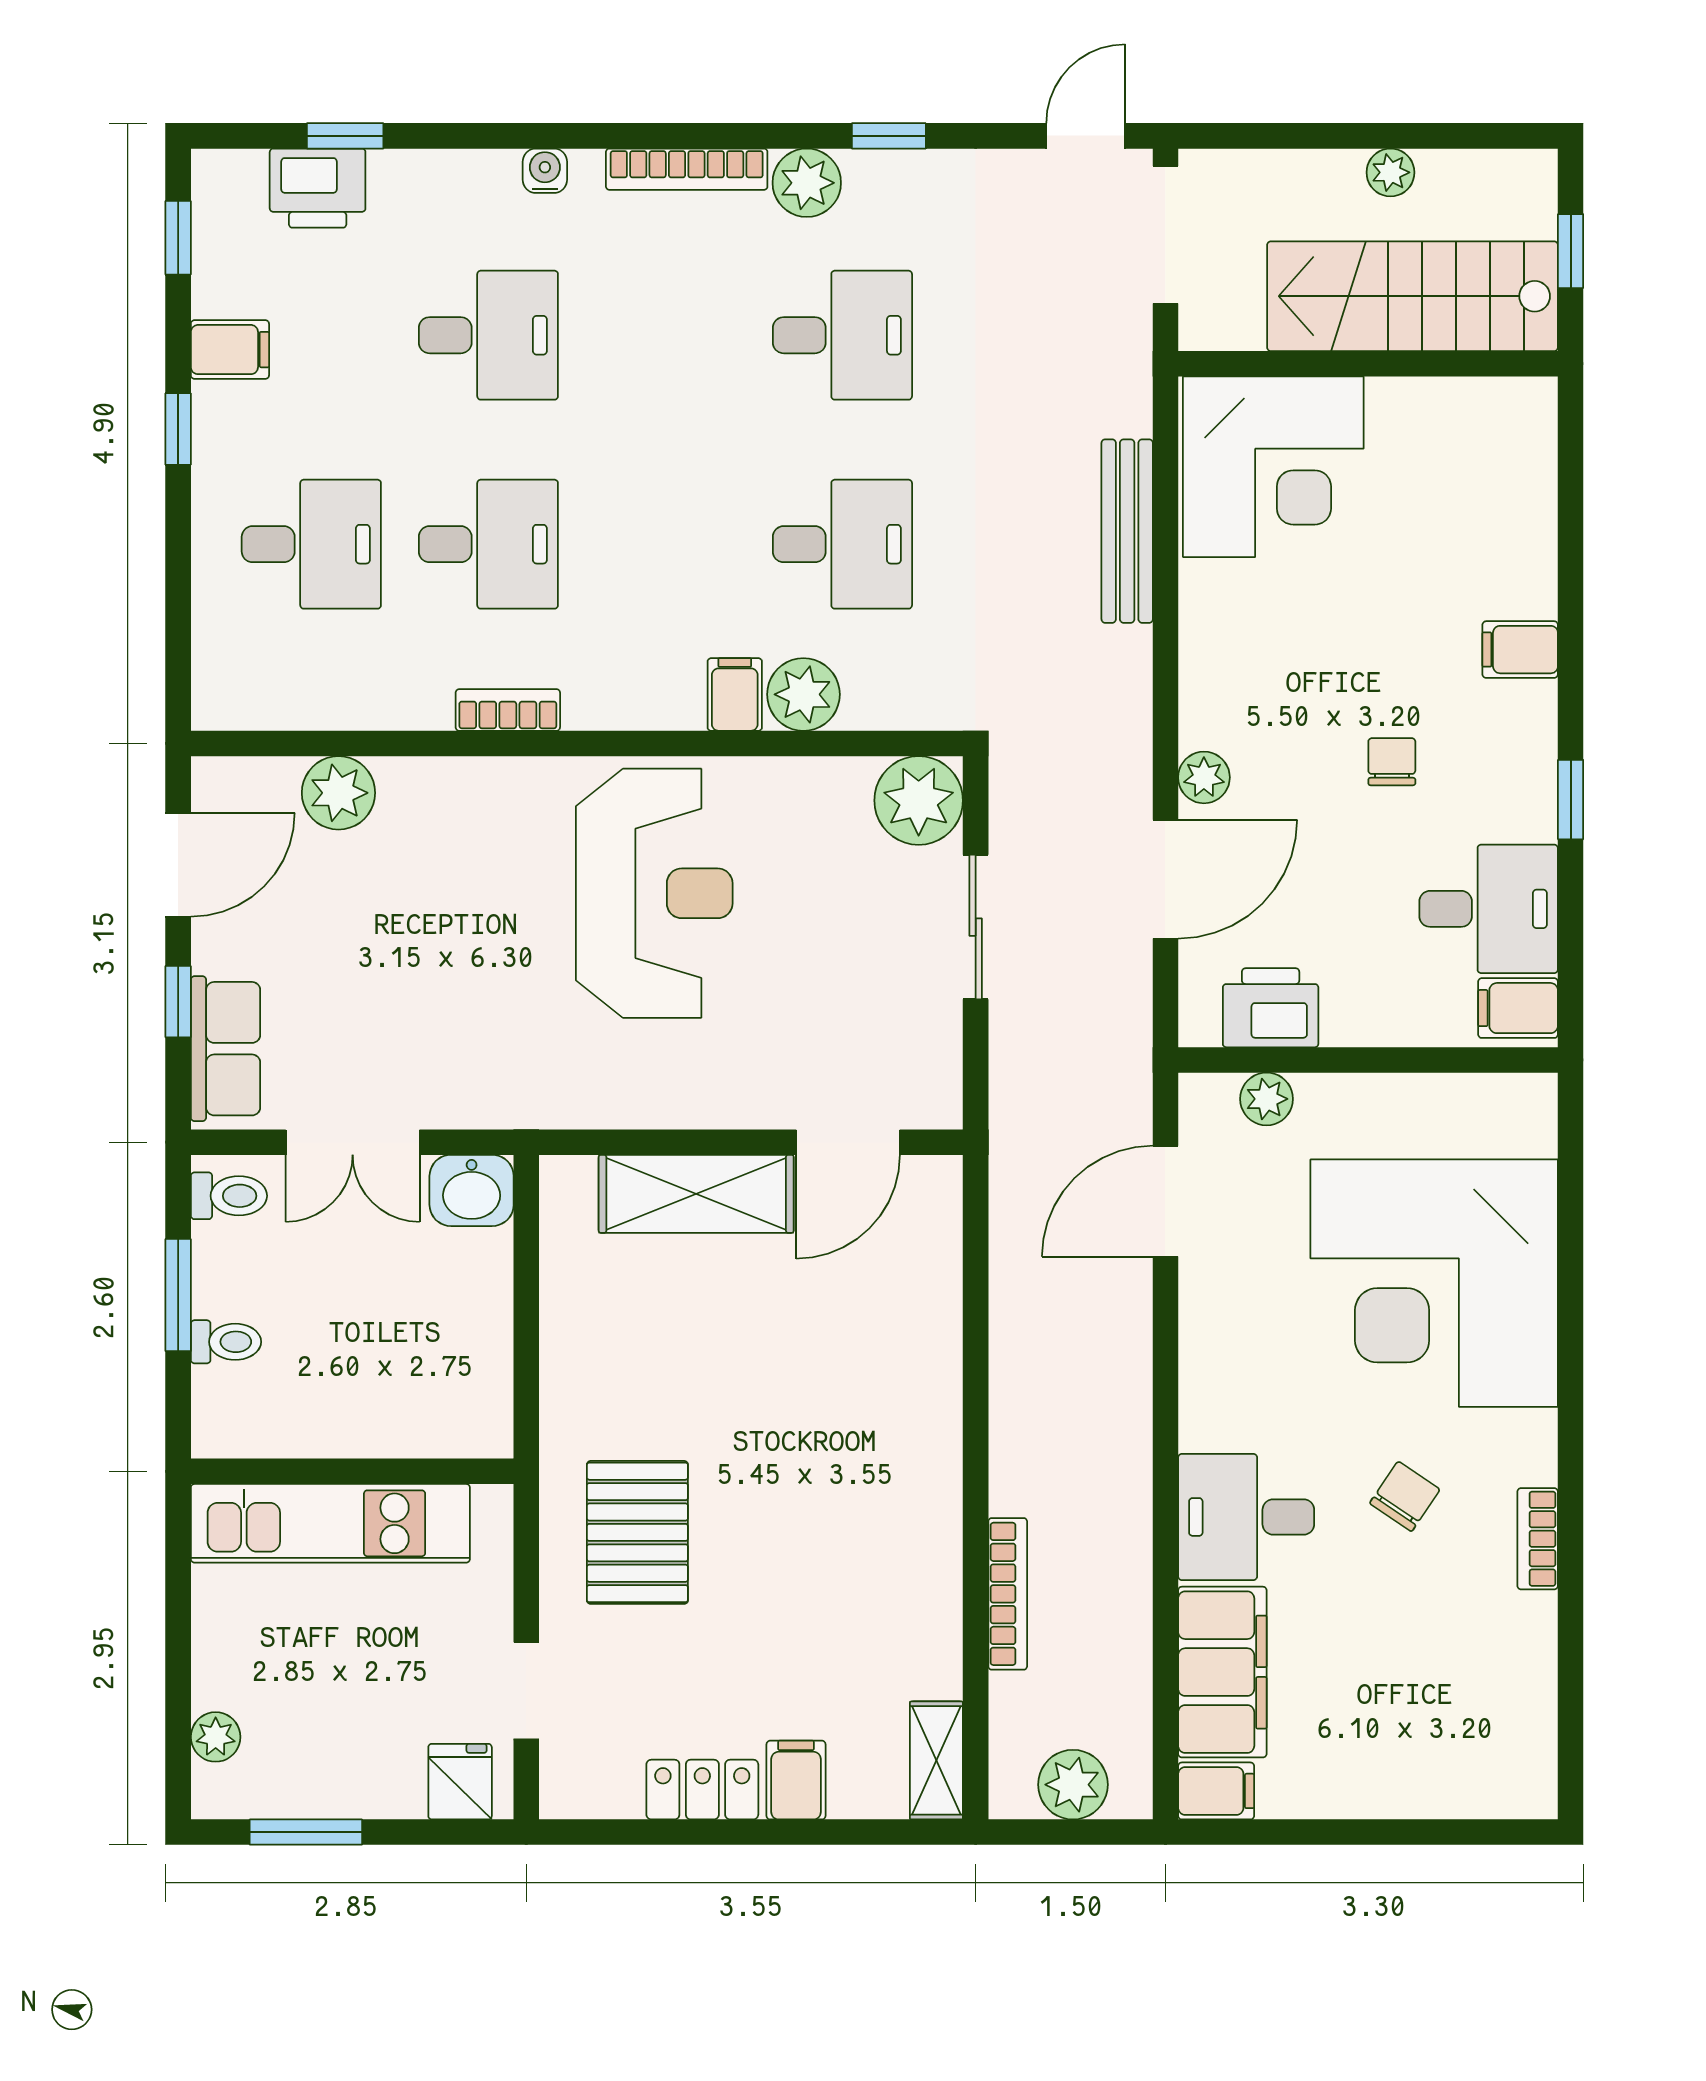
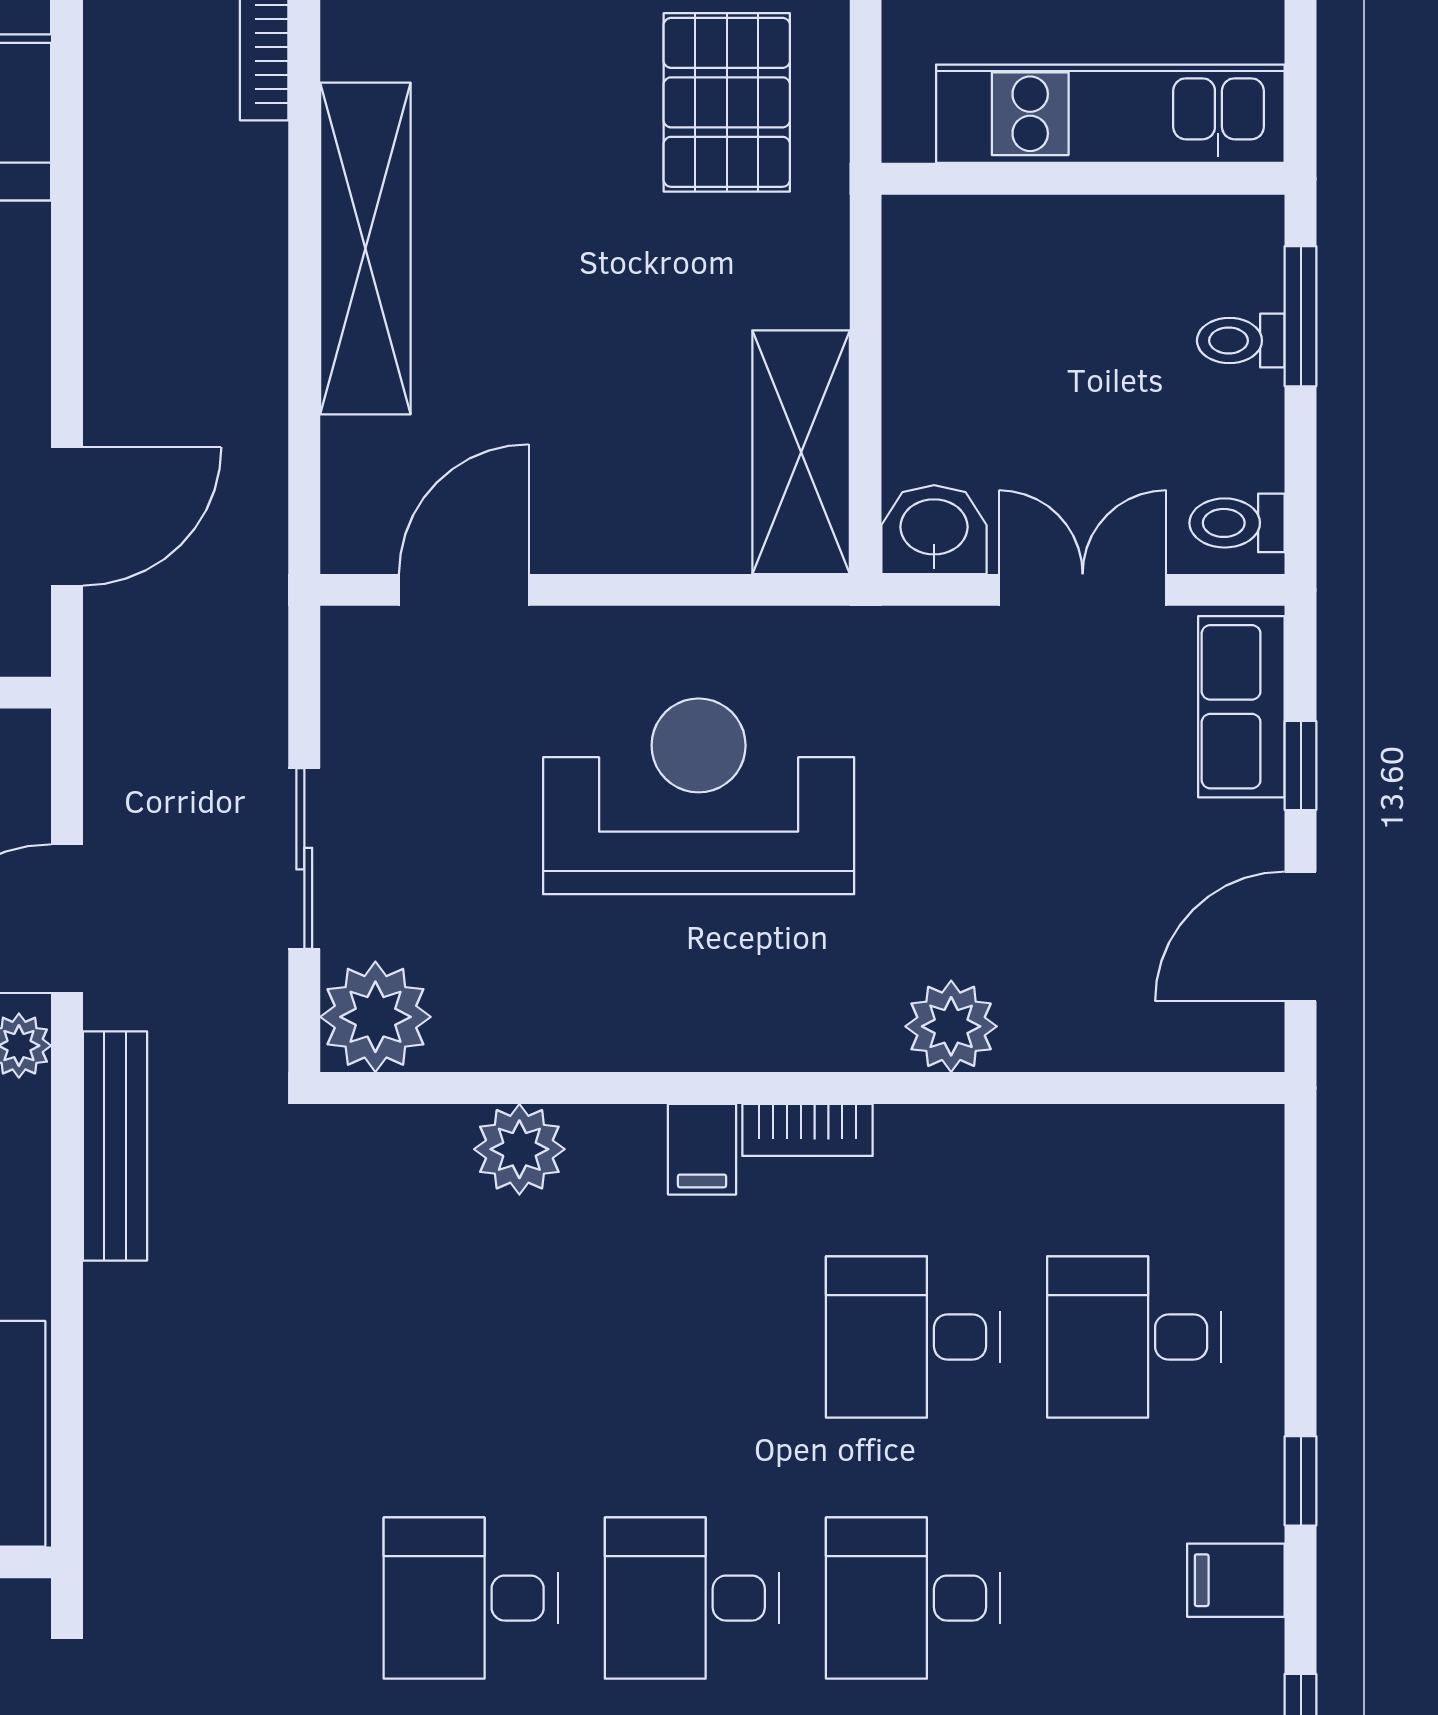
bench: (1127, 531) -> (115, 1146), moved
desk: (842, 544) -> (692, 1598), moved
filing cabinet: (735, 695) -> (702, 1149), moved
bookcase: (508, 710) -> (808, 1130), moved
plant: (338, 793) -> (951, 1026), moved
reception desk: (654, 893) -> (699, 796), moved, turned 90
shelving: (696, 1194) -> (801, 452), moved, turned 90
window: (178, 1295) -> (1301, 316), moved
shelving: (927, 1415) -> (365, 248), added

